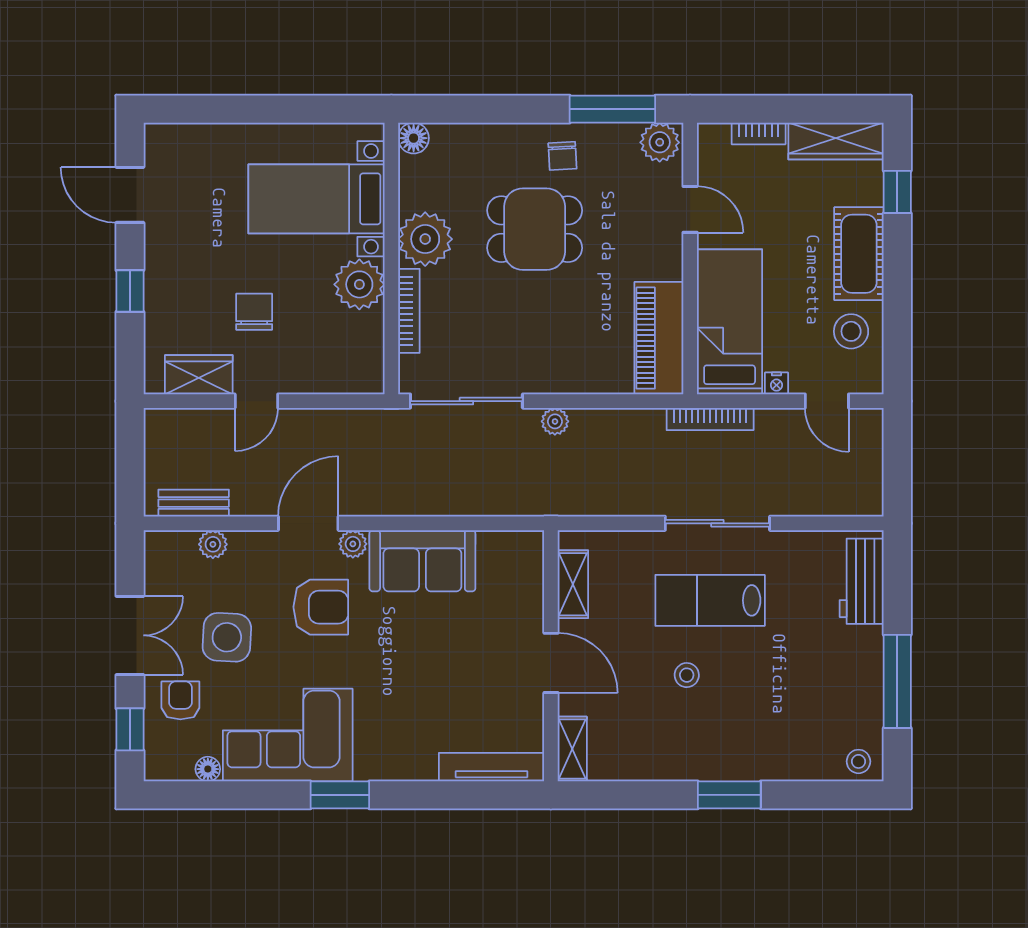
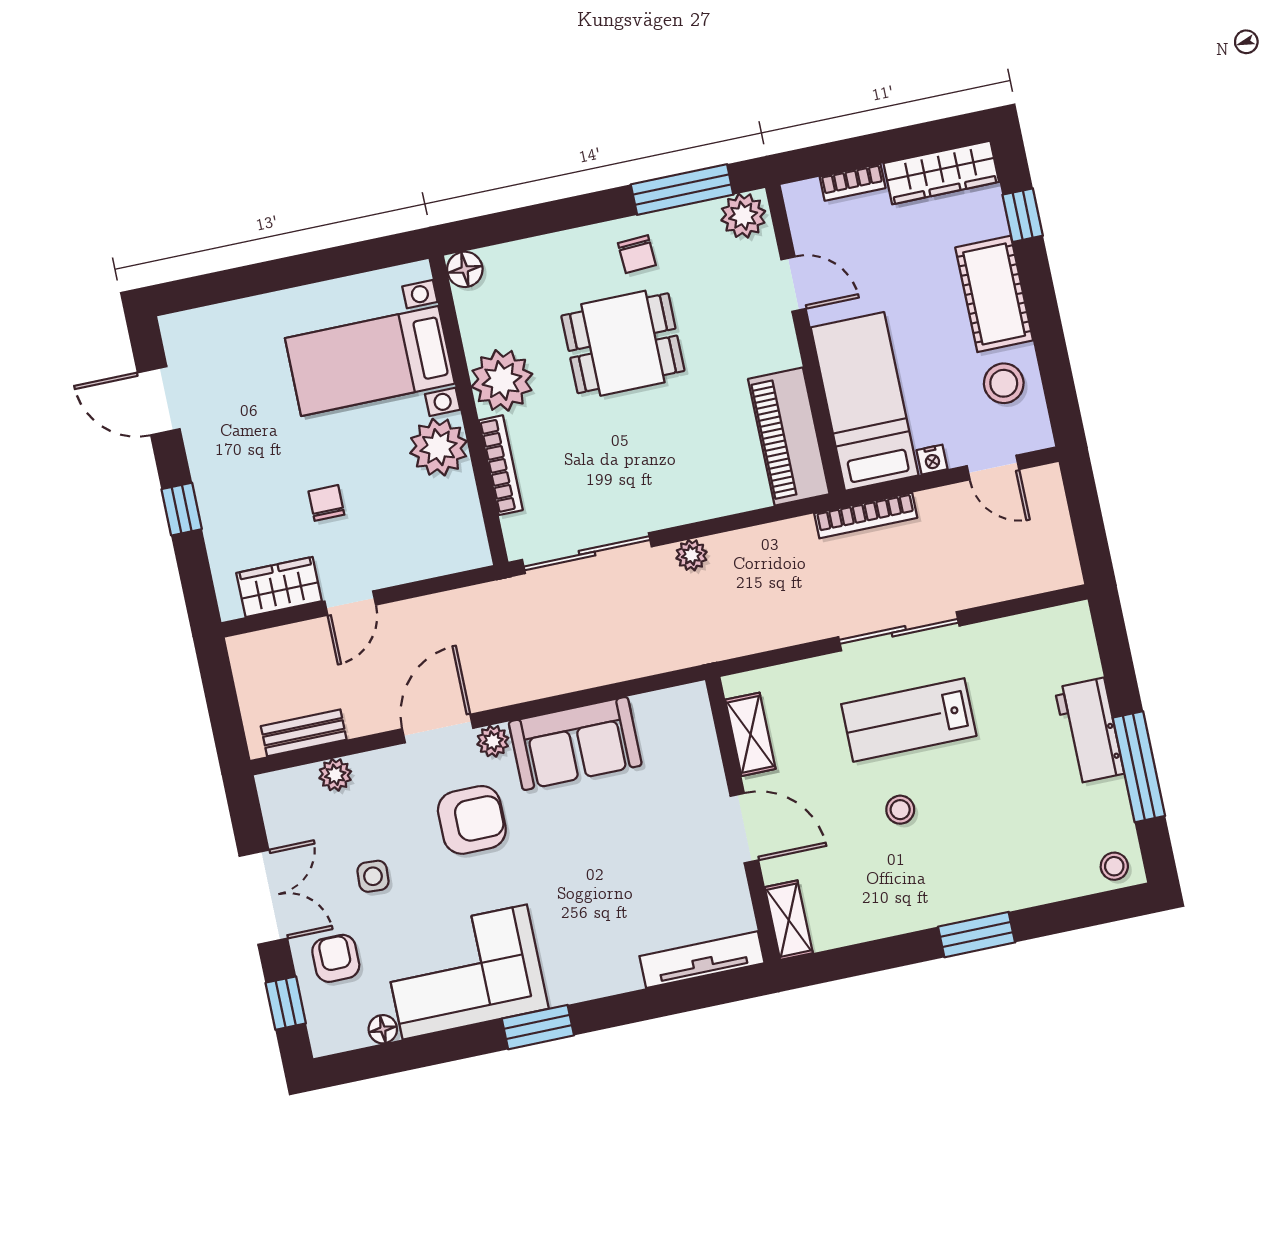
chair: (254, 312) -> (326, 503), width x0.73, depth x0.73
workbench: (862, 581) -> (1089, 731), moved
side table: (227, 637) -> (373, 876), width x0.54, depth x0.54

